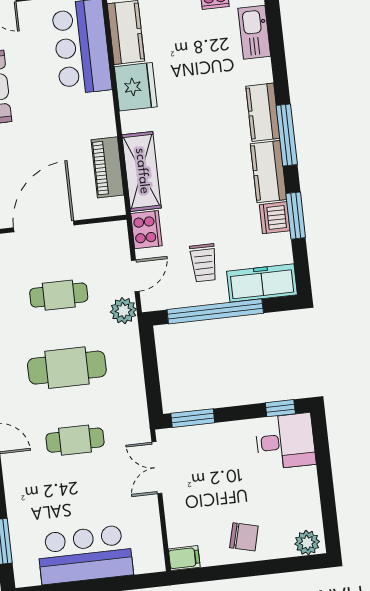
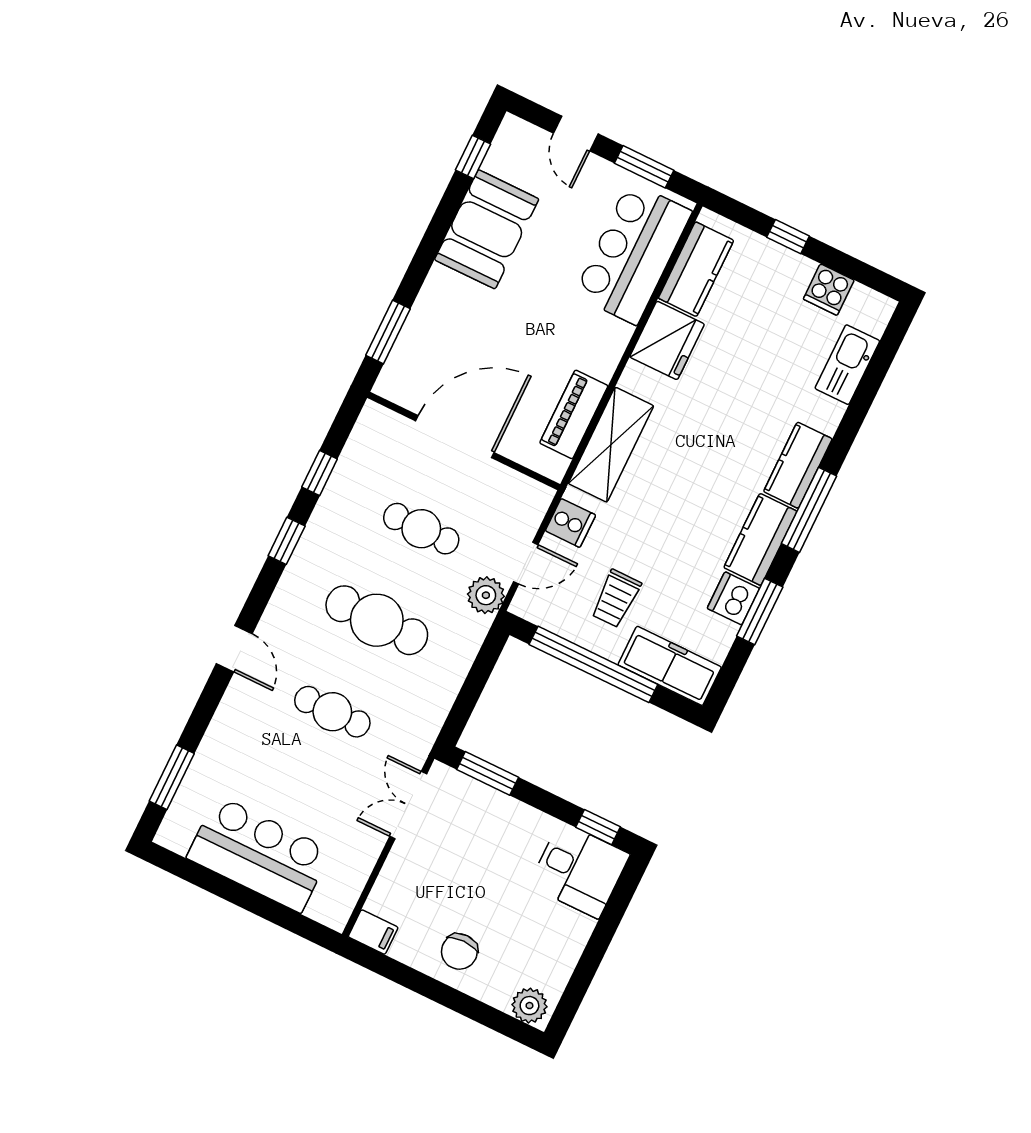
cooker: (146, 230) -> (570, 523), width x0.73
chair: (244, 537) -> (459, 952), turned 76

